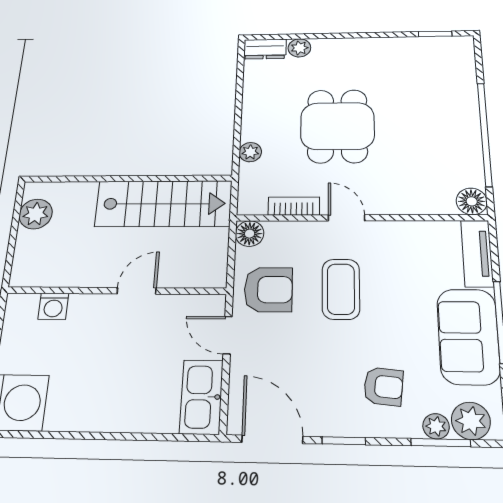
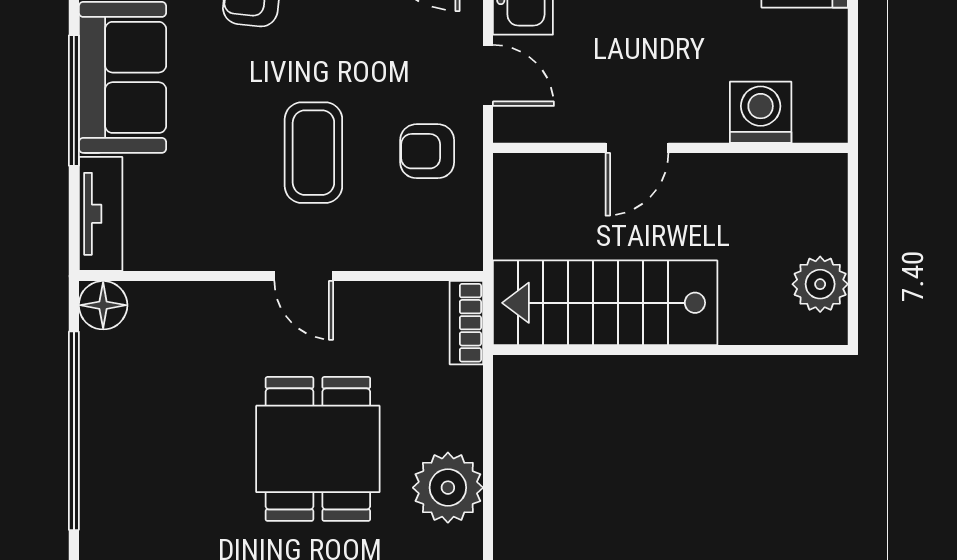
plant: (250, 152) -> (448, 488), moved, width x1.88, depth x1.88
bookcase: (294, 206) -> (466, 323), moved, turned 90
floor lamp: (250, 234) -> (460, 248), removed
armchair: (268, 290) -> (427, 151), width x0.72, depth x0.72
washing machine: (53, 306) -> (761, 112), width x1.38, depth x1.38

